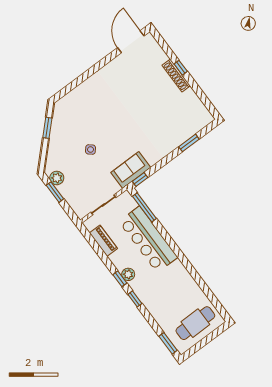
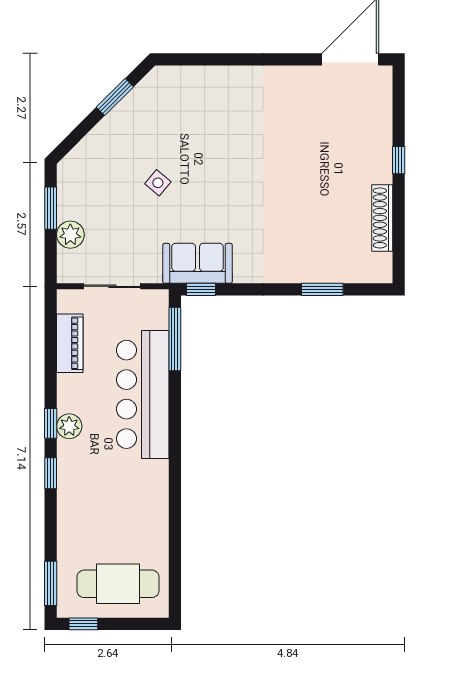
shoe rack: (176, 75) -> (382, 218), moved
plant: (57, 178) -> (70, 235), moved
window: (193, 350) -> (83, 624), added

